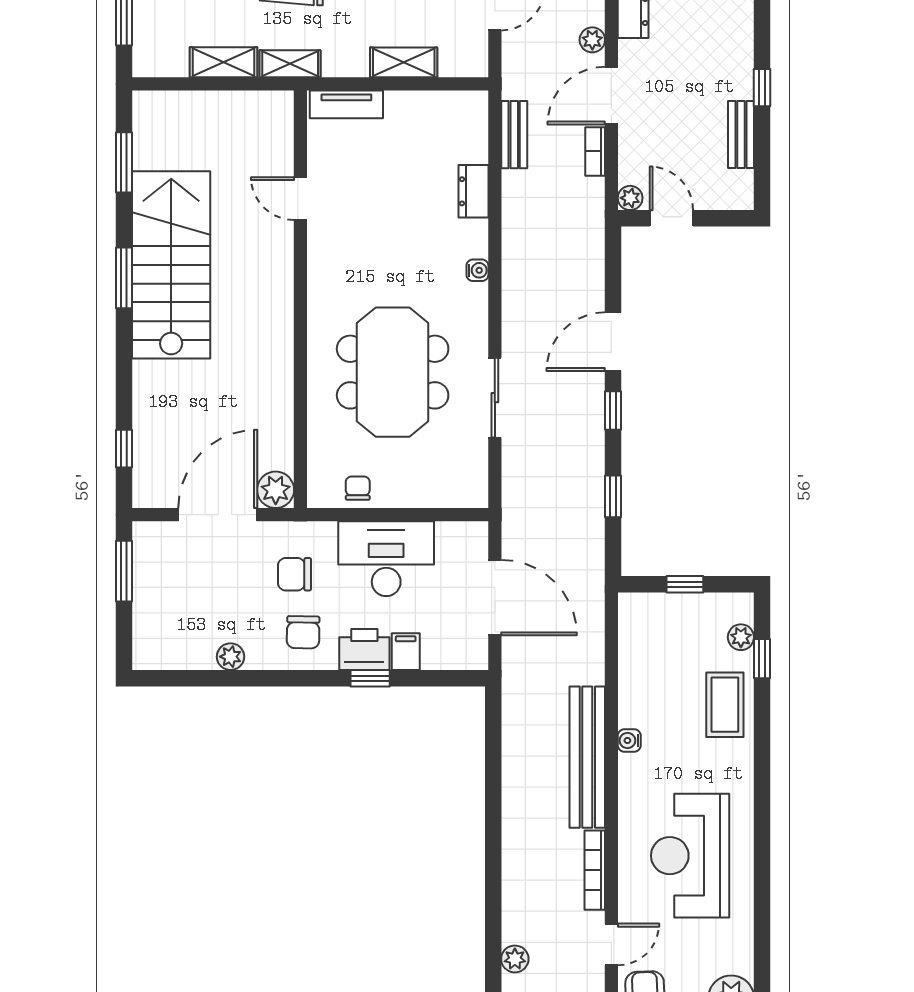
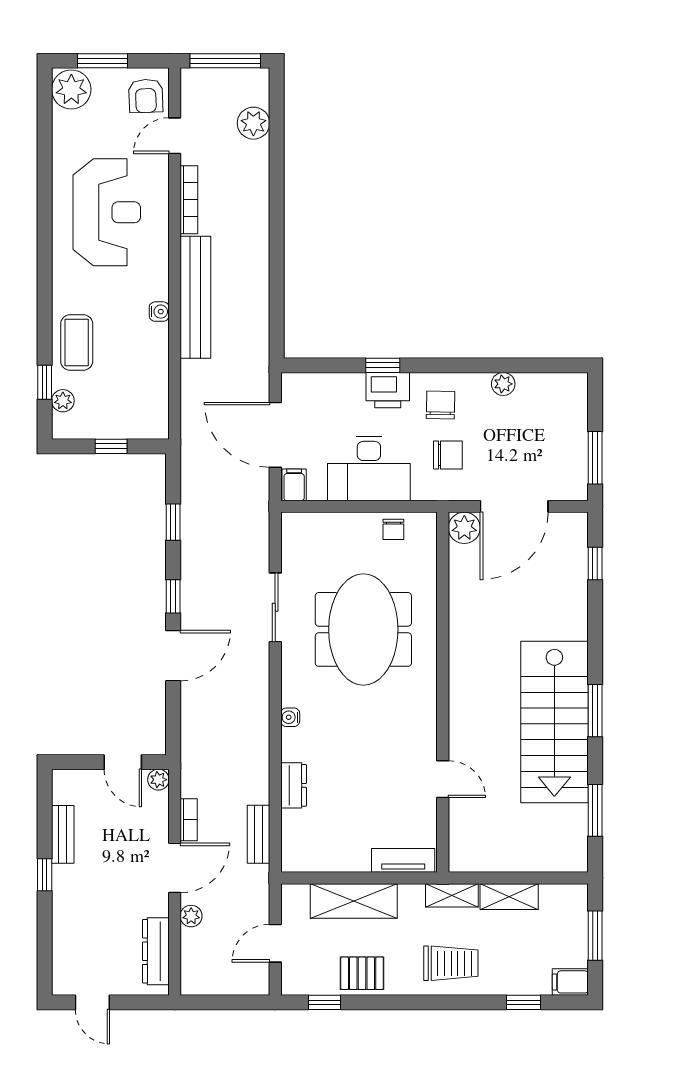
shelving: (404, 62) -> (354, 901), width x1.50, depth x1.33
filing cabinet: (406, 652) -> (294, 485), moved, turned 180
plant: (515, 959) -> (253, 123), width x1.38, depth x1.38

